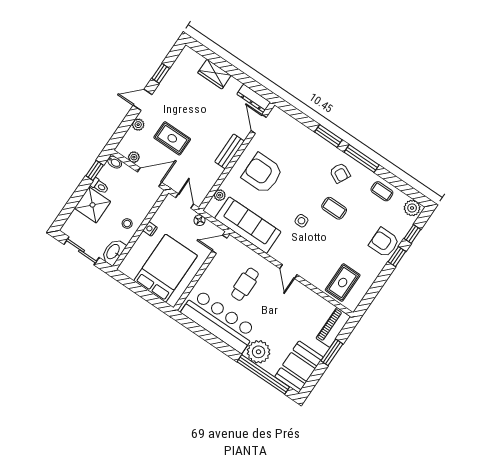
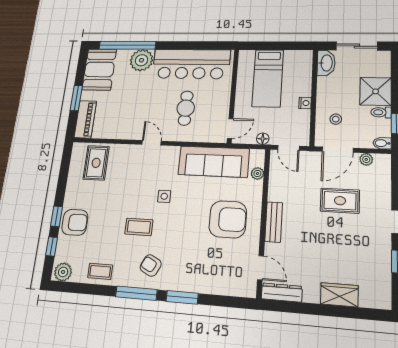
plant: (138, 125) -> (384, 194), removed
stool: (127, 224) -> (336, 119), moved
bed: (166, 268) -> (268, 78), width x0.67

